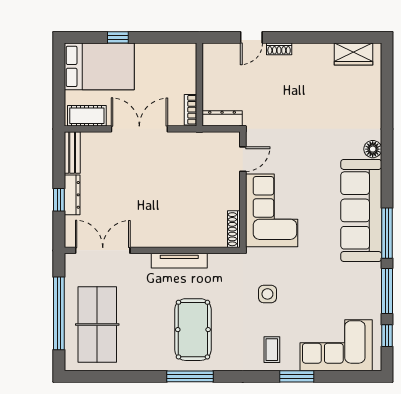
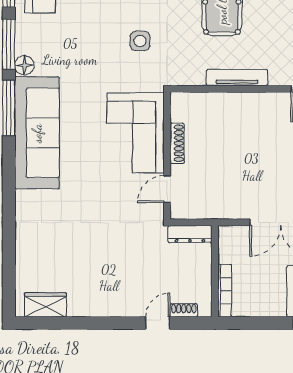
shoe rack: (279, 49) -> (184, 310), moved
bookcase: (190, 110) -> (225, 291), moved, width x1.56
floor lamp: (373, 149) -> (24, 65), moved
shoe rack: (234, 229) -> (177, 143), moved

